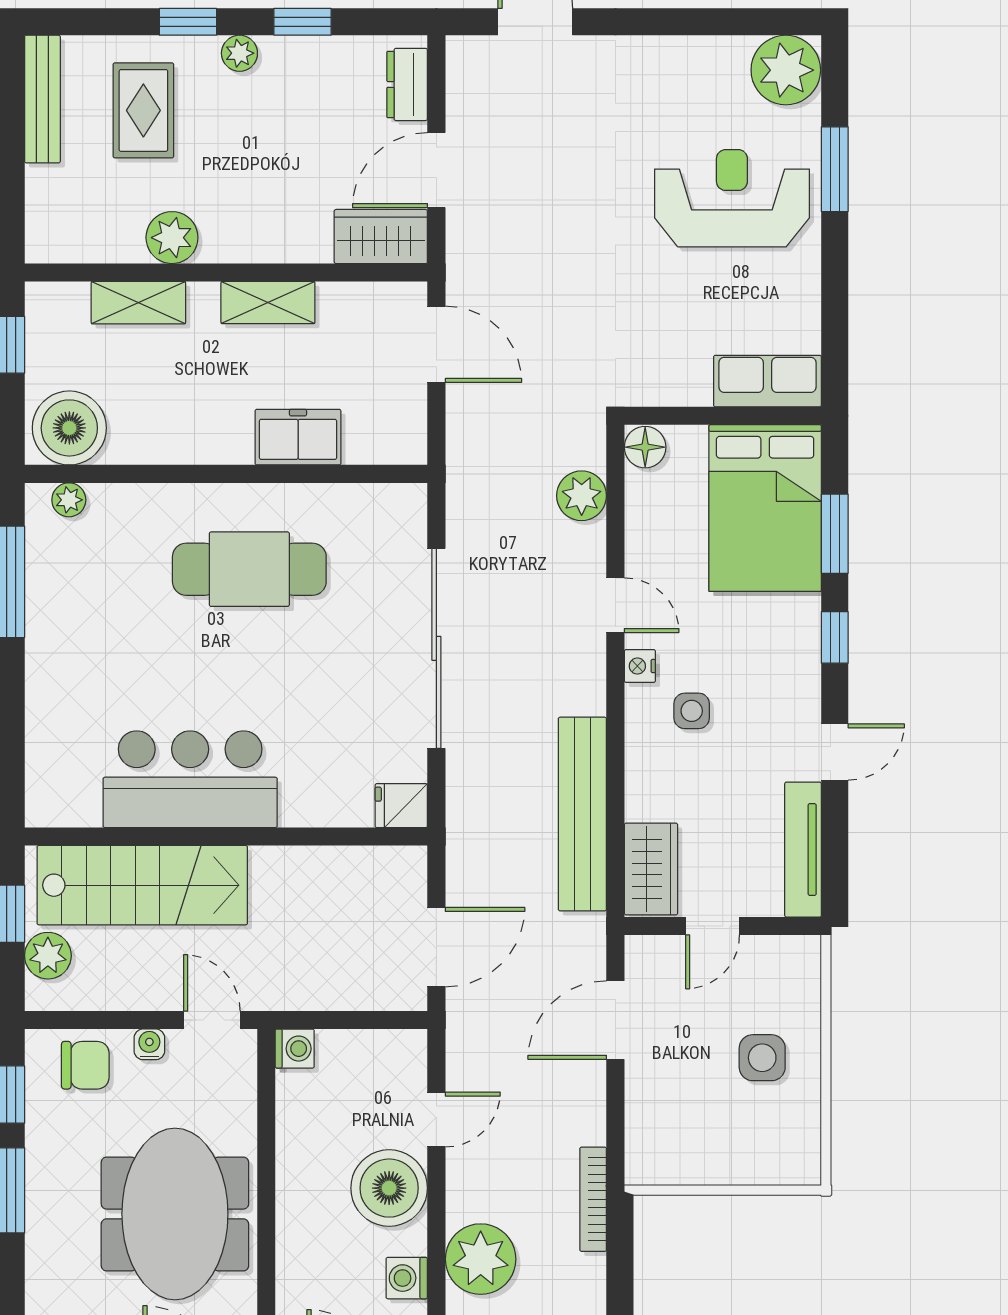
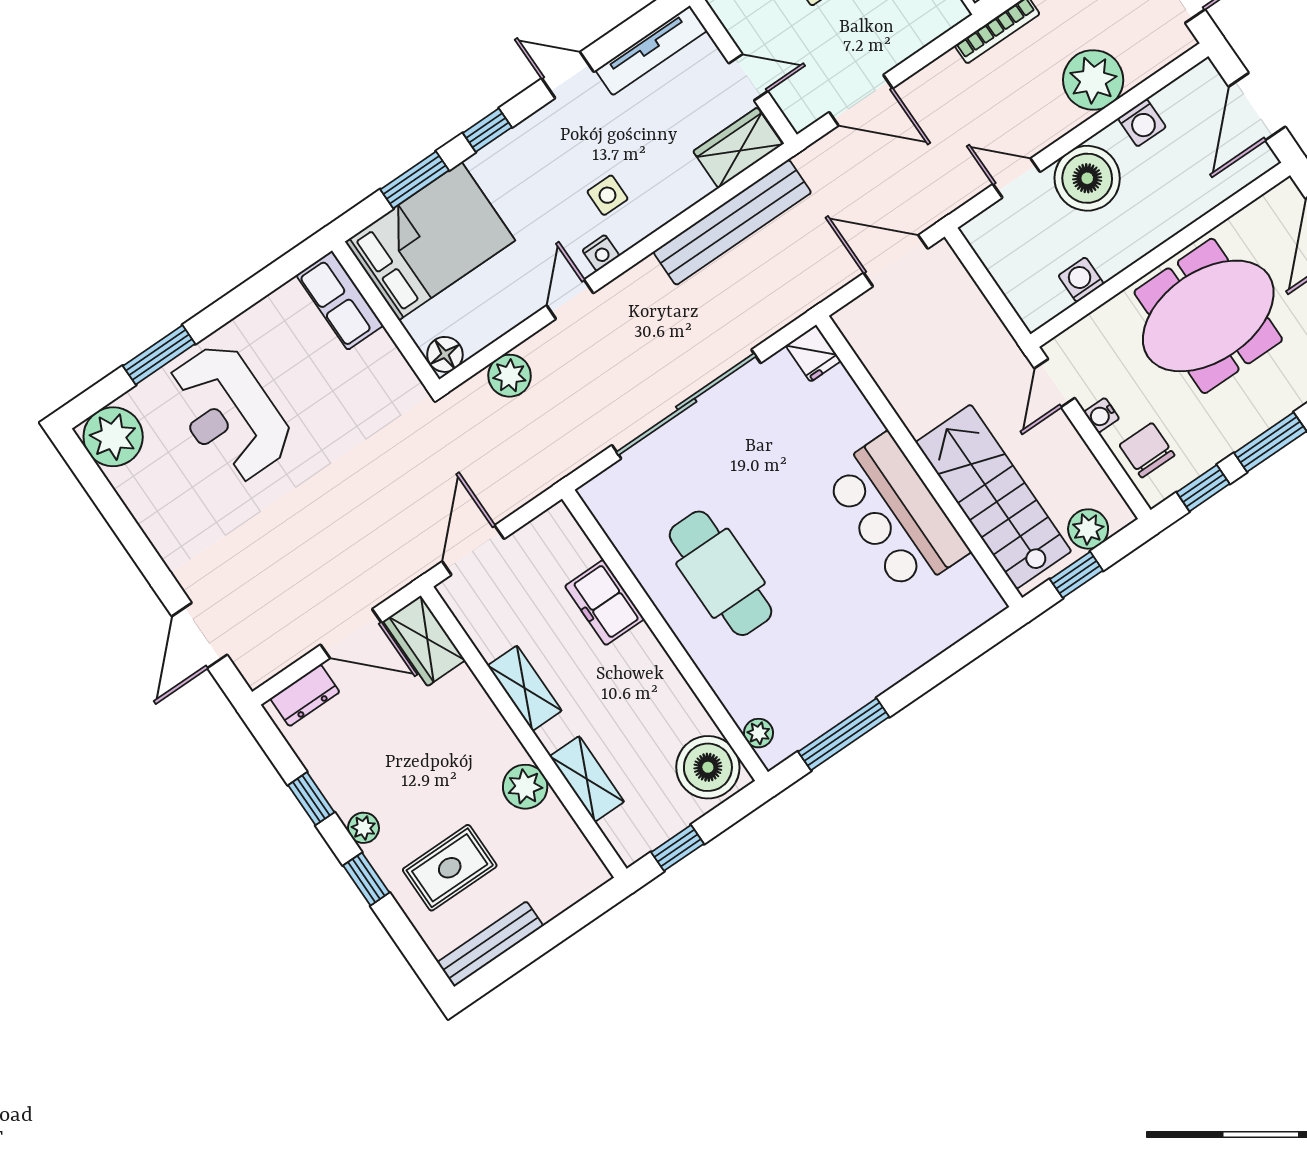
washing machine: (295, 1049) -> (1081, 280), moved

